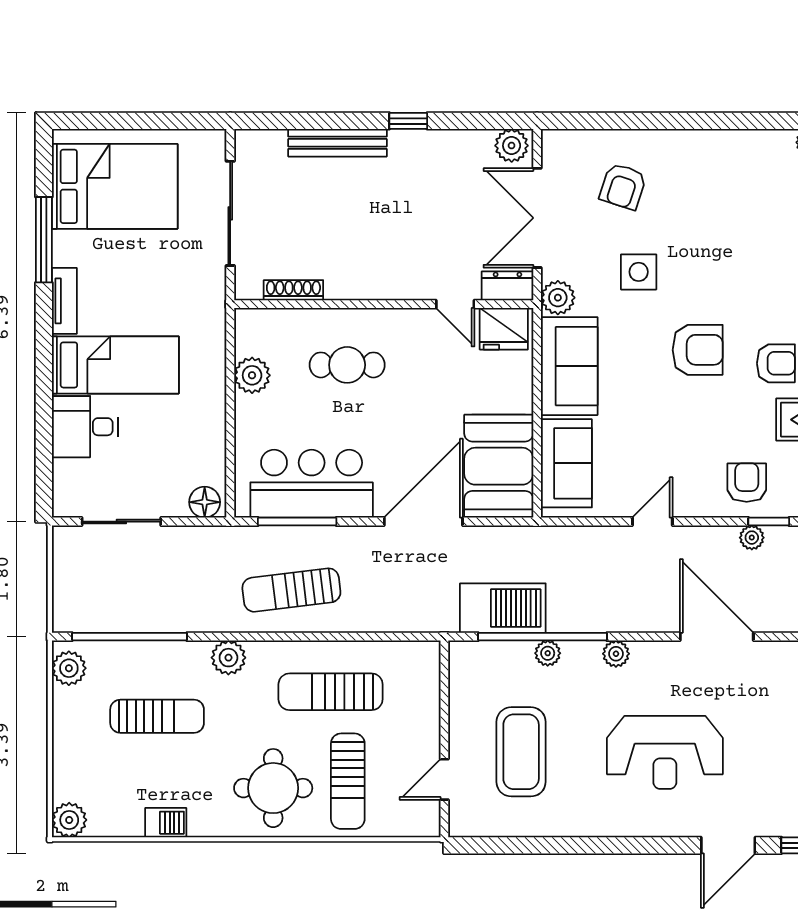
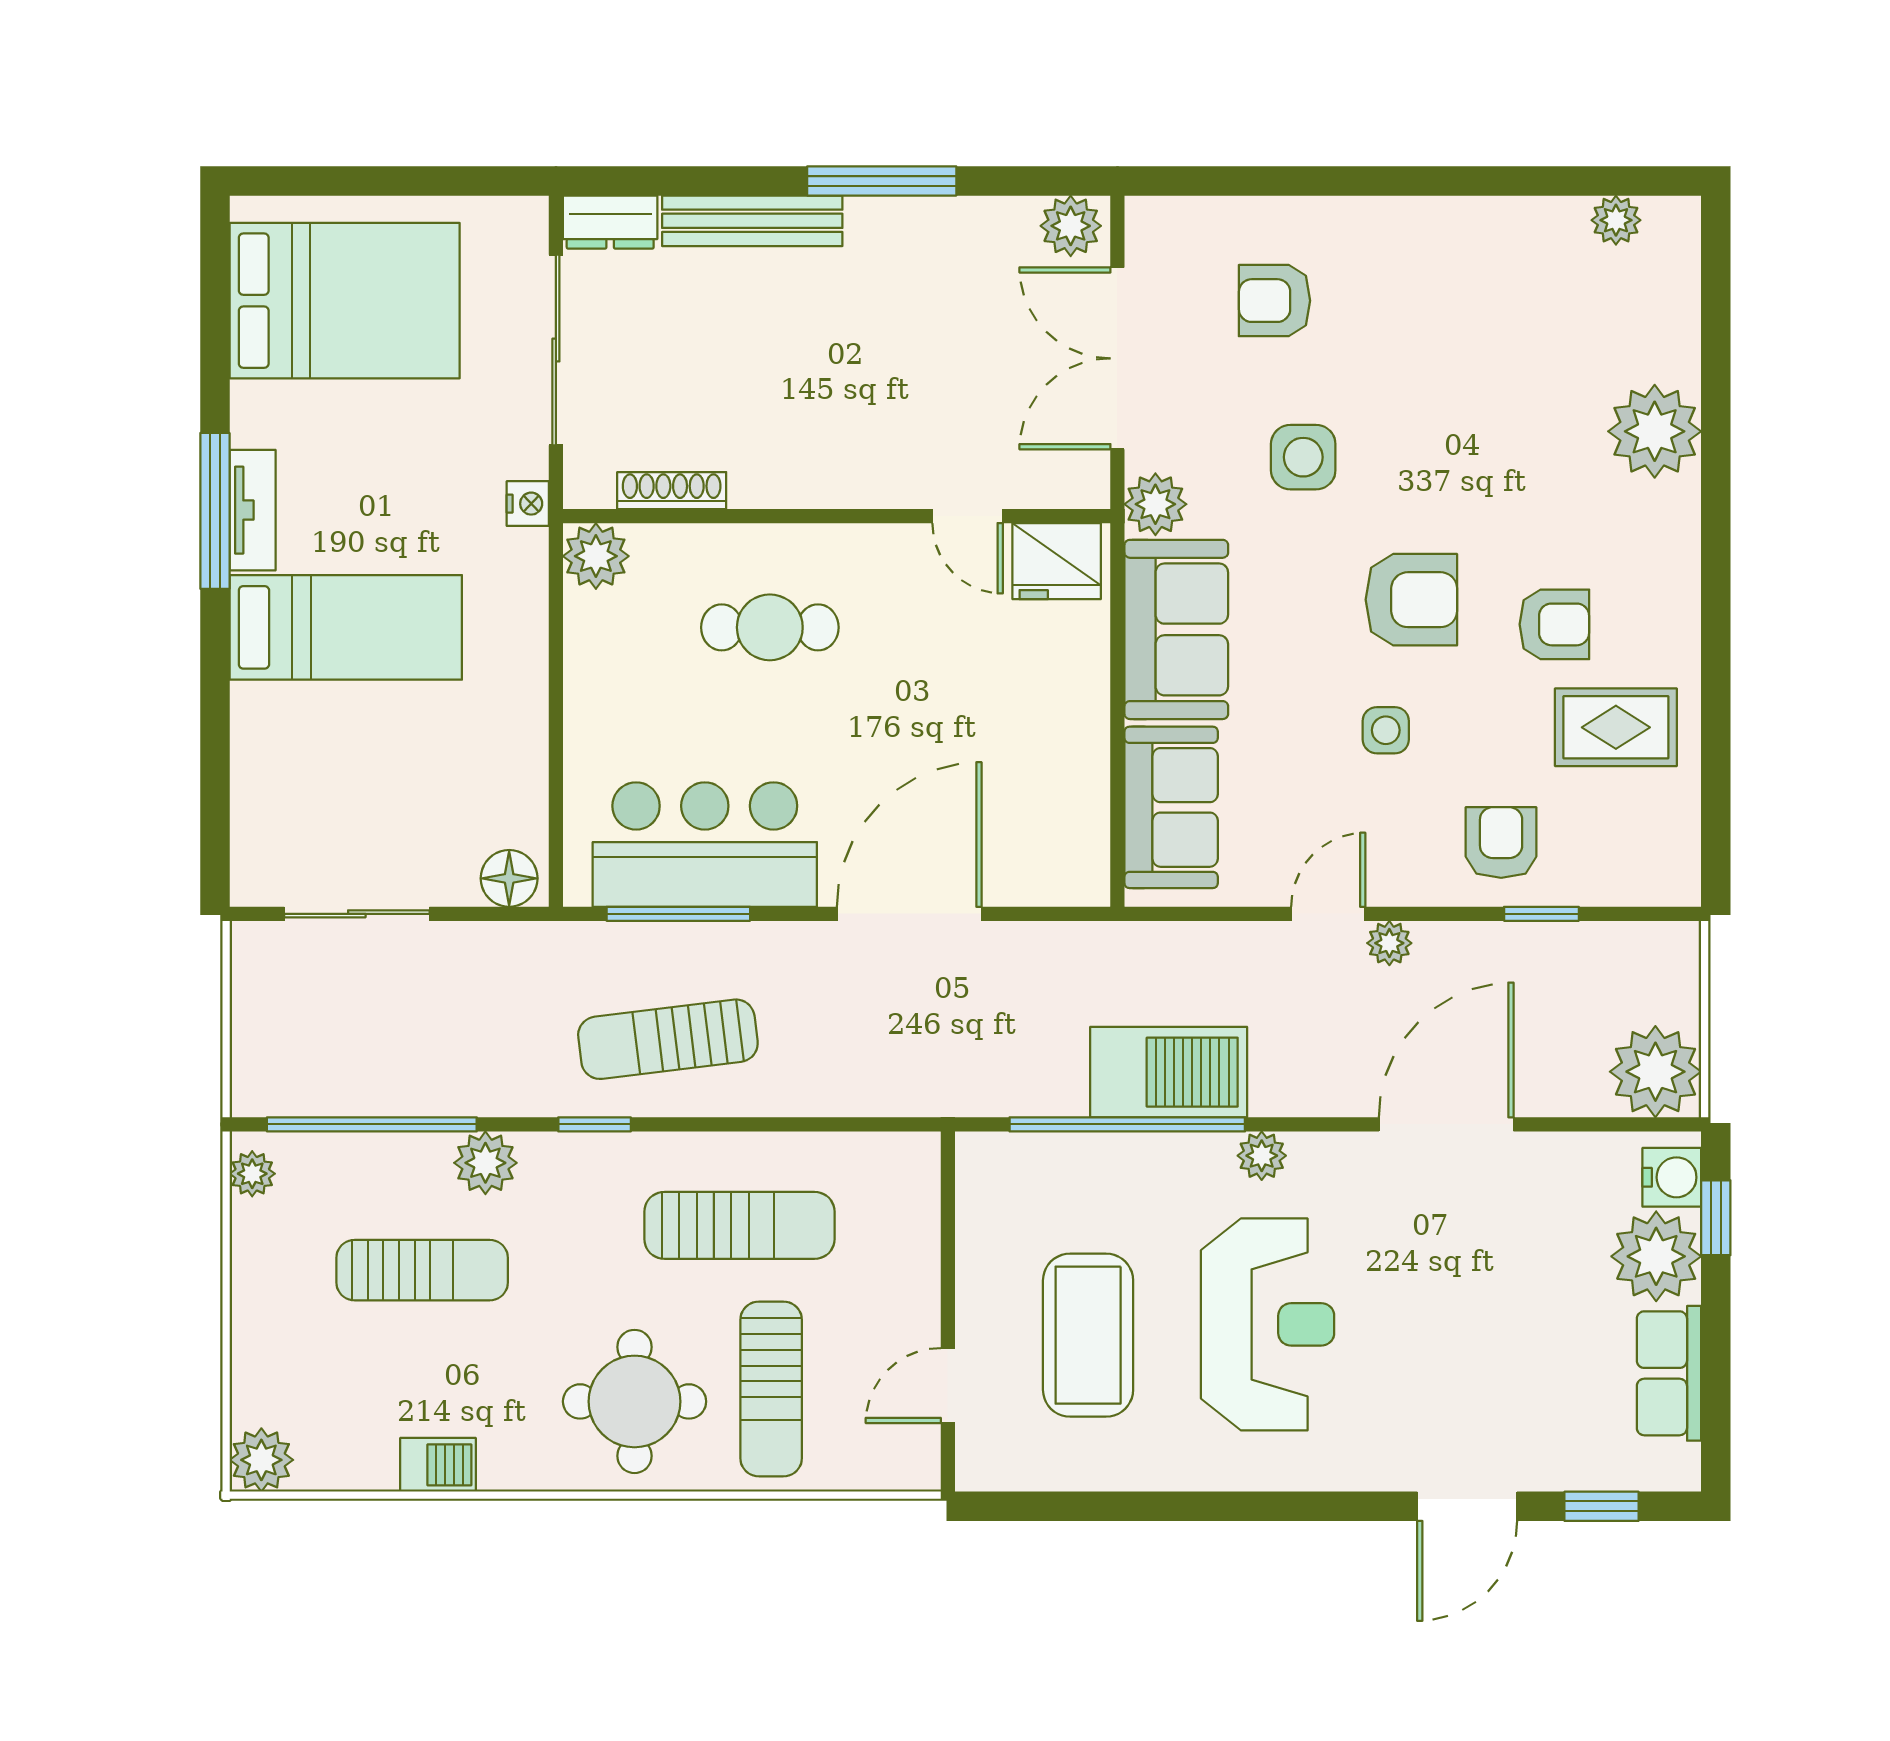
window: (408, 121) -> (882, 181), width x2.17
armchair: (623, 186) -> (1274, 301), turned 72
window: (44, 240) -> (215, 511), moved
dresser: (507, 286) -> (610, 222), moved, turned 180
nightstand: (215, 297) -> (528, 504), added
plant: (252, 375) -> (596, 556), moved
side table: (684, 421) -> (1386, 730), added
desk: (85, 427) -> (290, 740), removed
booth: (499, 466) -> (1047, 813), removed
plant: (752, 538) -> (1389, 943), moved
barbecue: (503, 608) -> (1169, 1072), moved
window: (251, 637) -> (595, 1124), added
door: (717, 637) -> (1446, 1124), hinge flipped
plant: (548, 653) -> (1137, 1155), removed
plant: (228, 658) -> (485, 1163), moved
plant: (69, 668) -> (252, 1174), width x0.73, depth x0.73
sun lounger: (331, 692) -> (739, 1225), turned 180
reception desk: (665, 752) -> (1268, 1324), moved, turned -90

